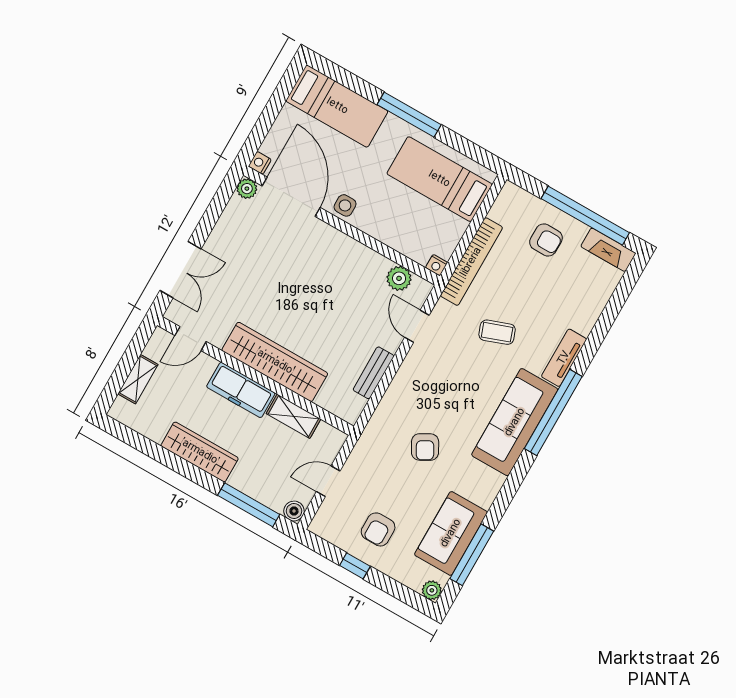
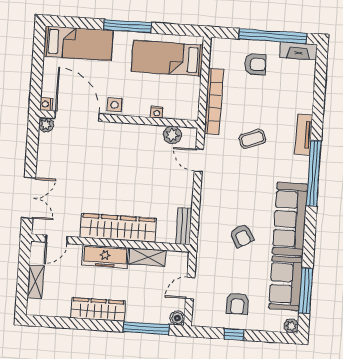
nightstand: (437, 265) -> (157, 112), moved
bench: (374, 373) -> (184, 226), moved
sofa: (515, 422) -> (290, 219), moved

